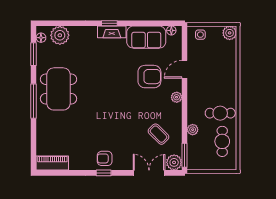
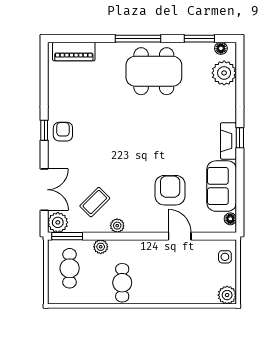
armchair: (149, 77) -> (170, 190), turned 180
plant: (177, 97) -> (117, 226), moved
cafe table: (222, 141) -> (70, 268), moved, turned 90
piano: (52, 163) -> (74, 52), moved, turned 90

